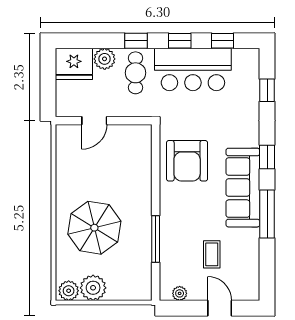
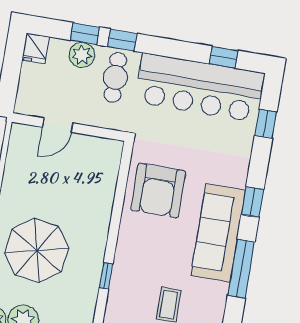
window: (180, 41) -> (85, 34), moved
fridge: (74, 64) -> (36, 48), width x0.53, depth x0.75
bar counter: (193, 69) -> (199, 88), width x1.36
window: (156, 239) -> (106, 276), width x0.46

